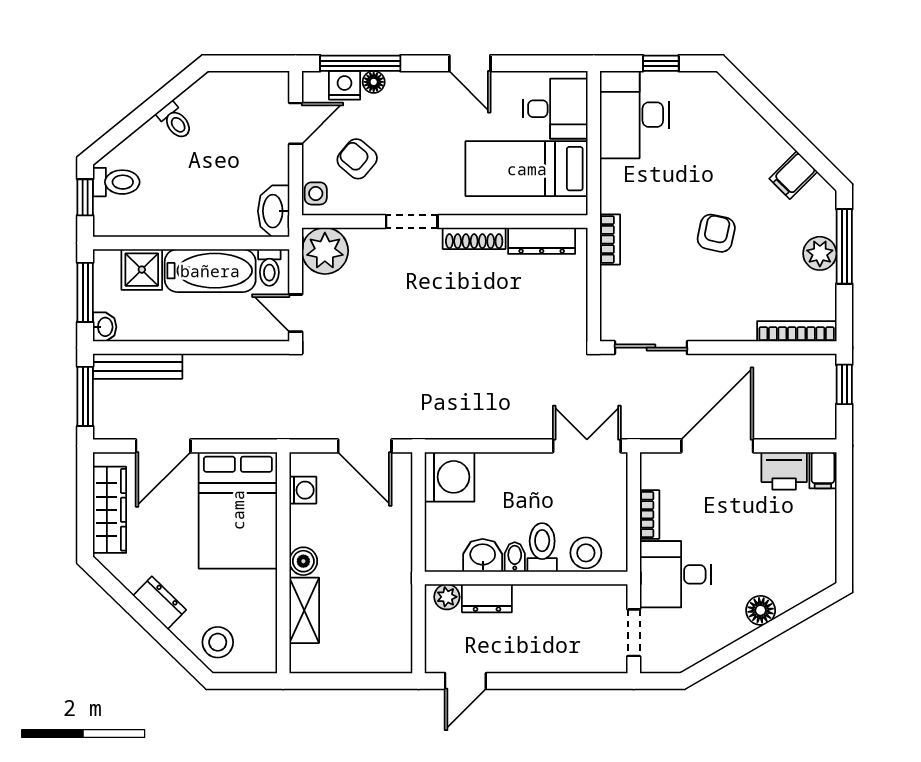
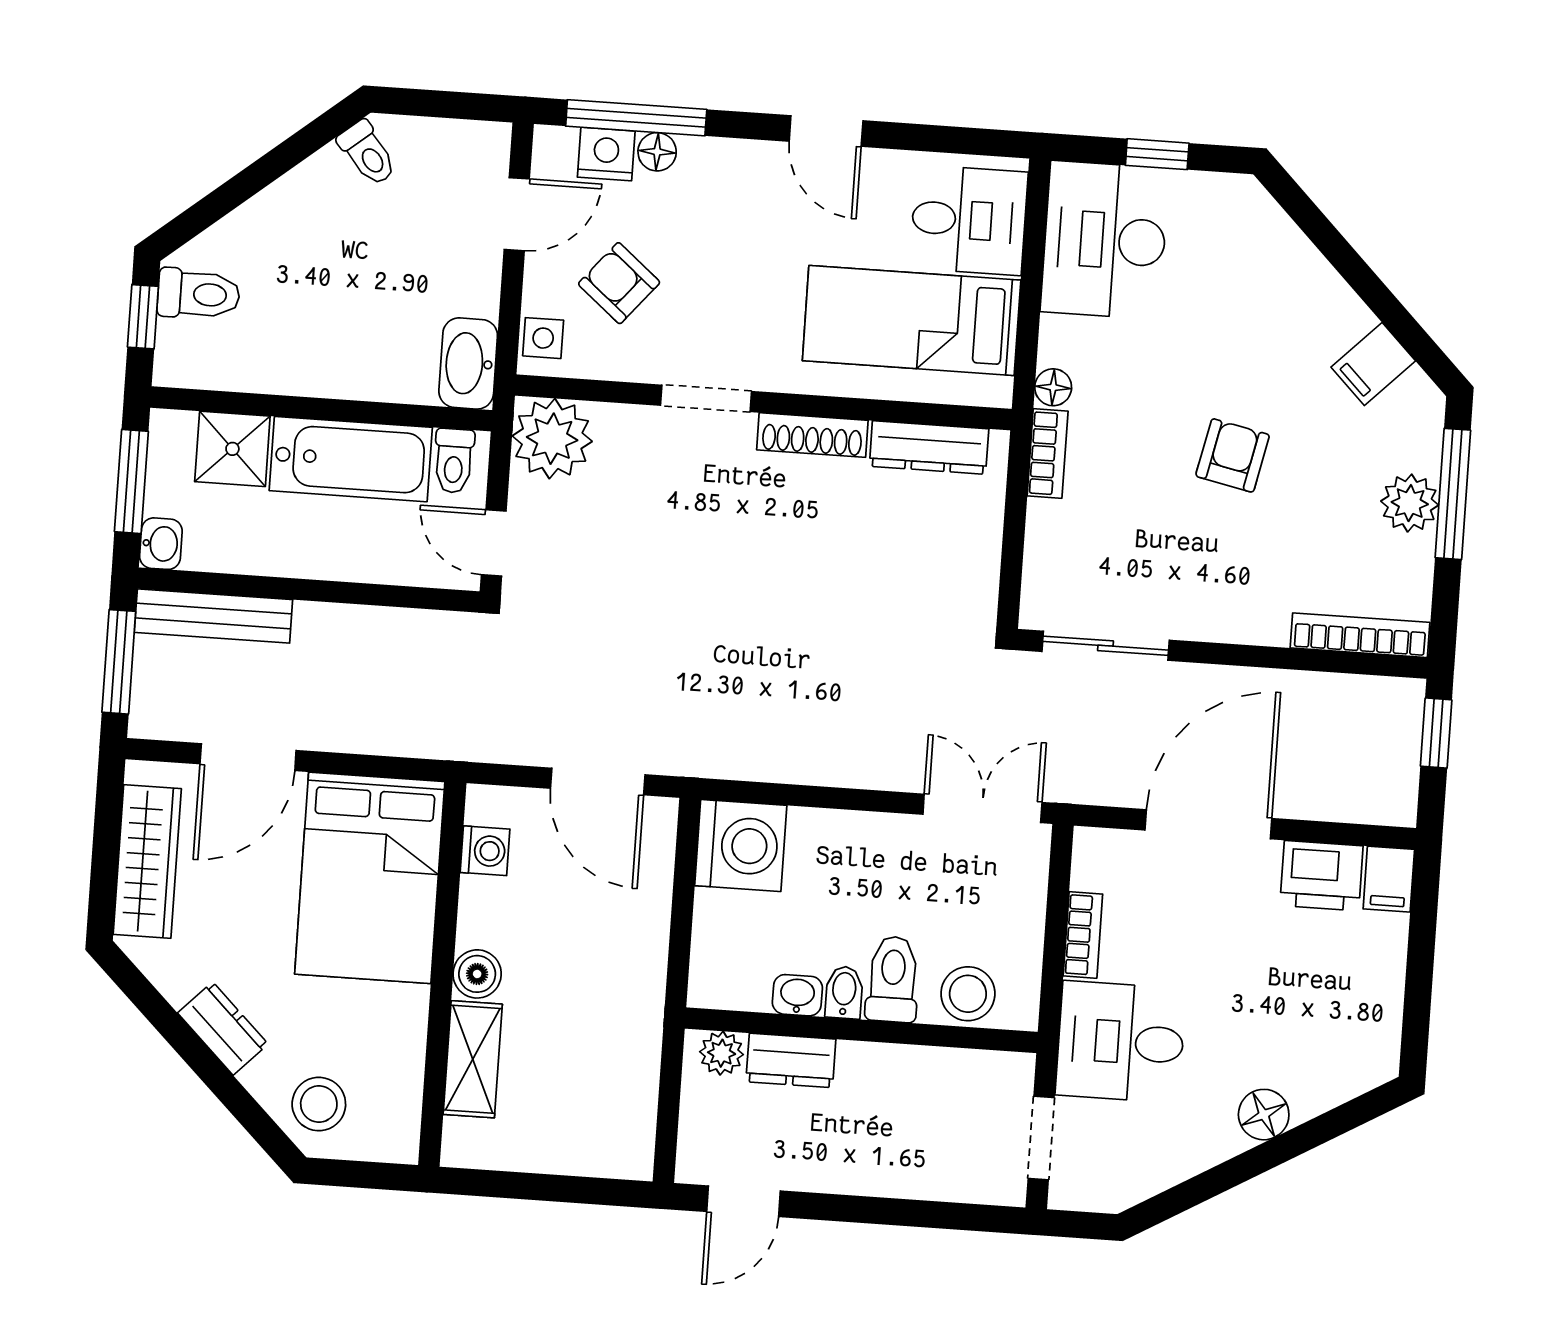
toilet: (175, 121) -> (368, 153), moved
floor lamp: (610, 201) -> (1053, 387), added
washbasin: (483, 555) -> (797, 995), width x0.72, depth x0.69

